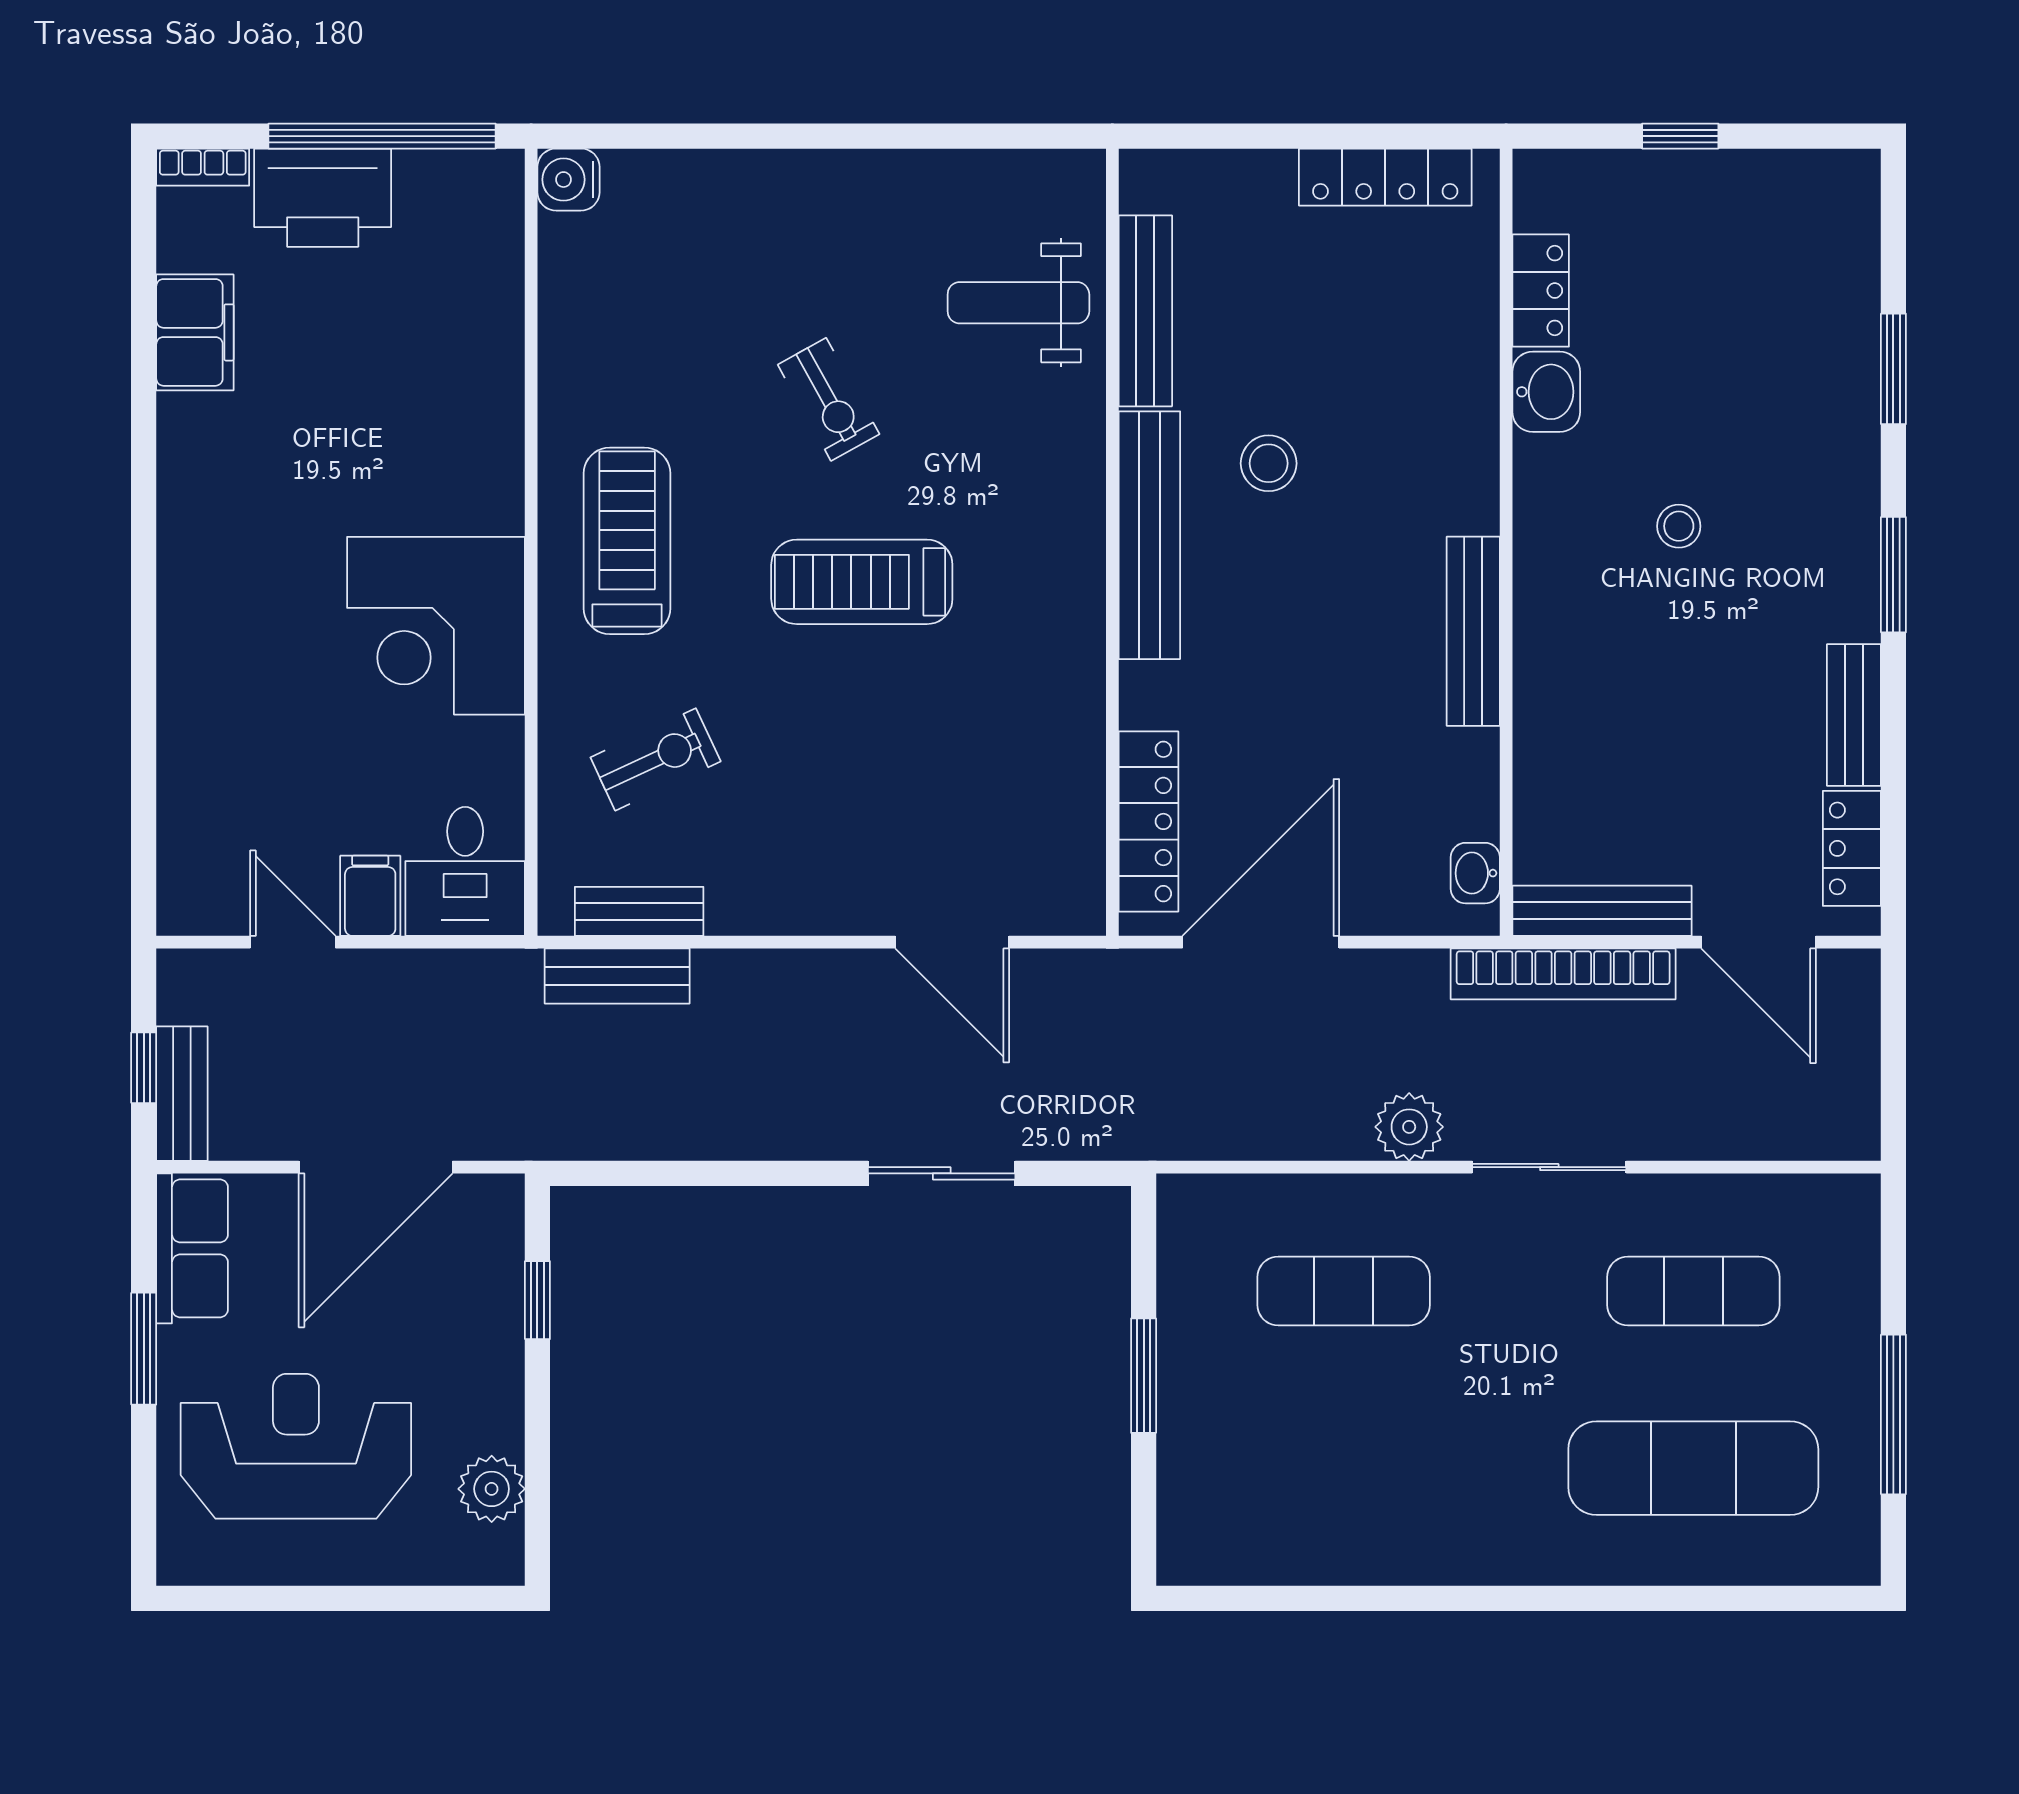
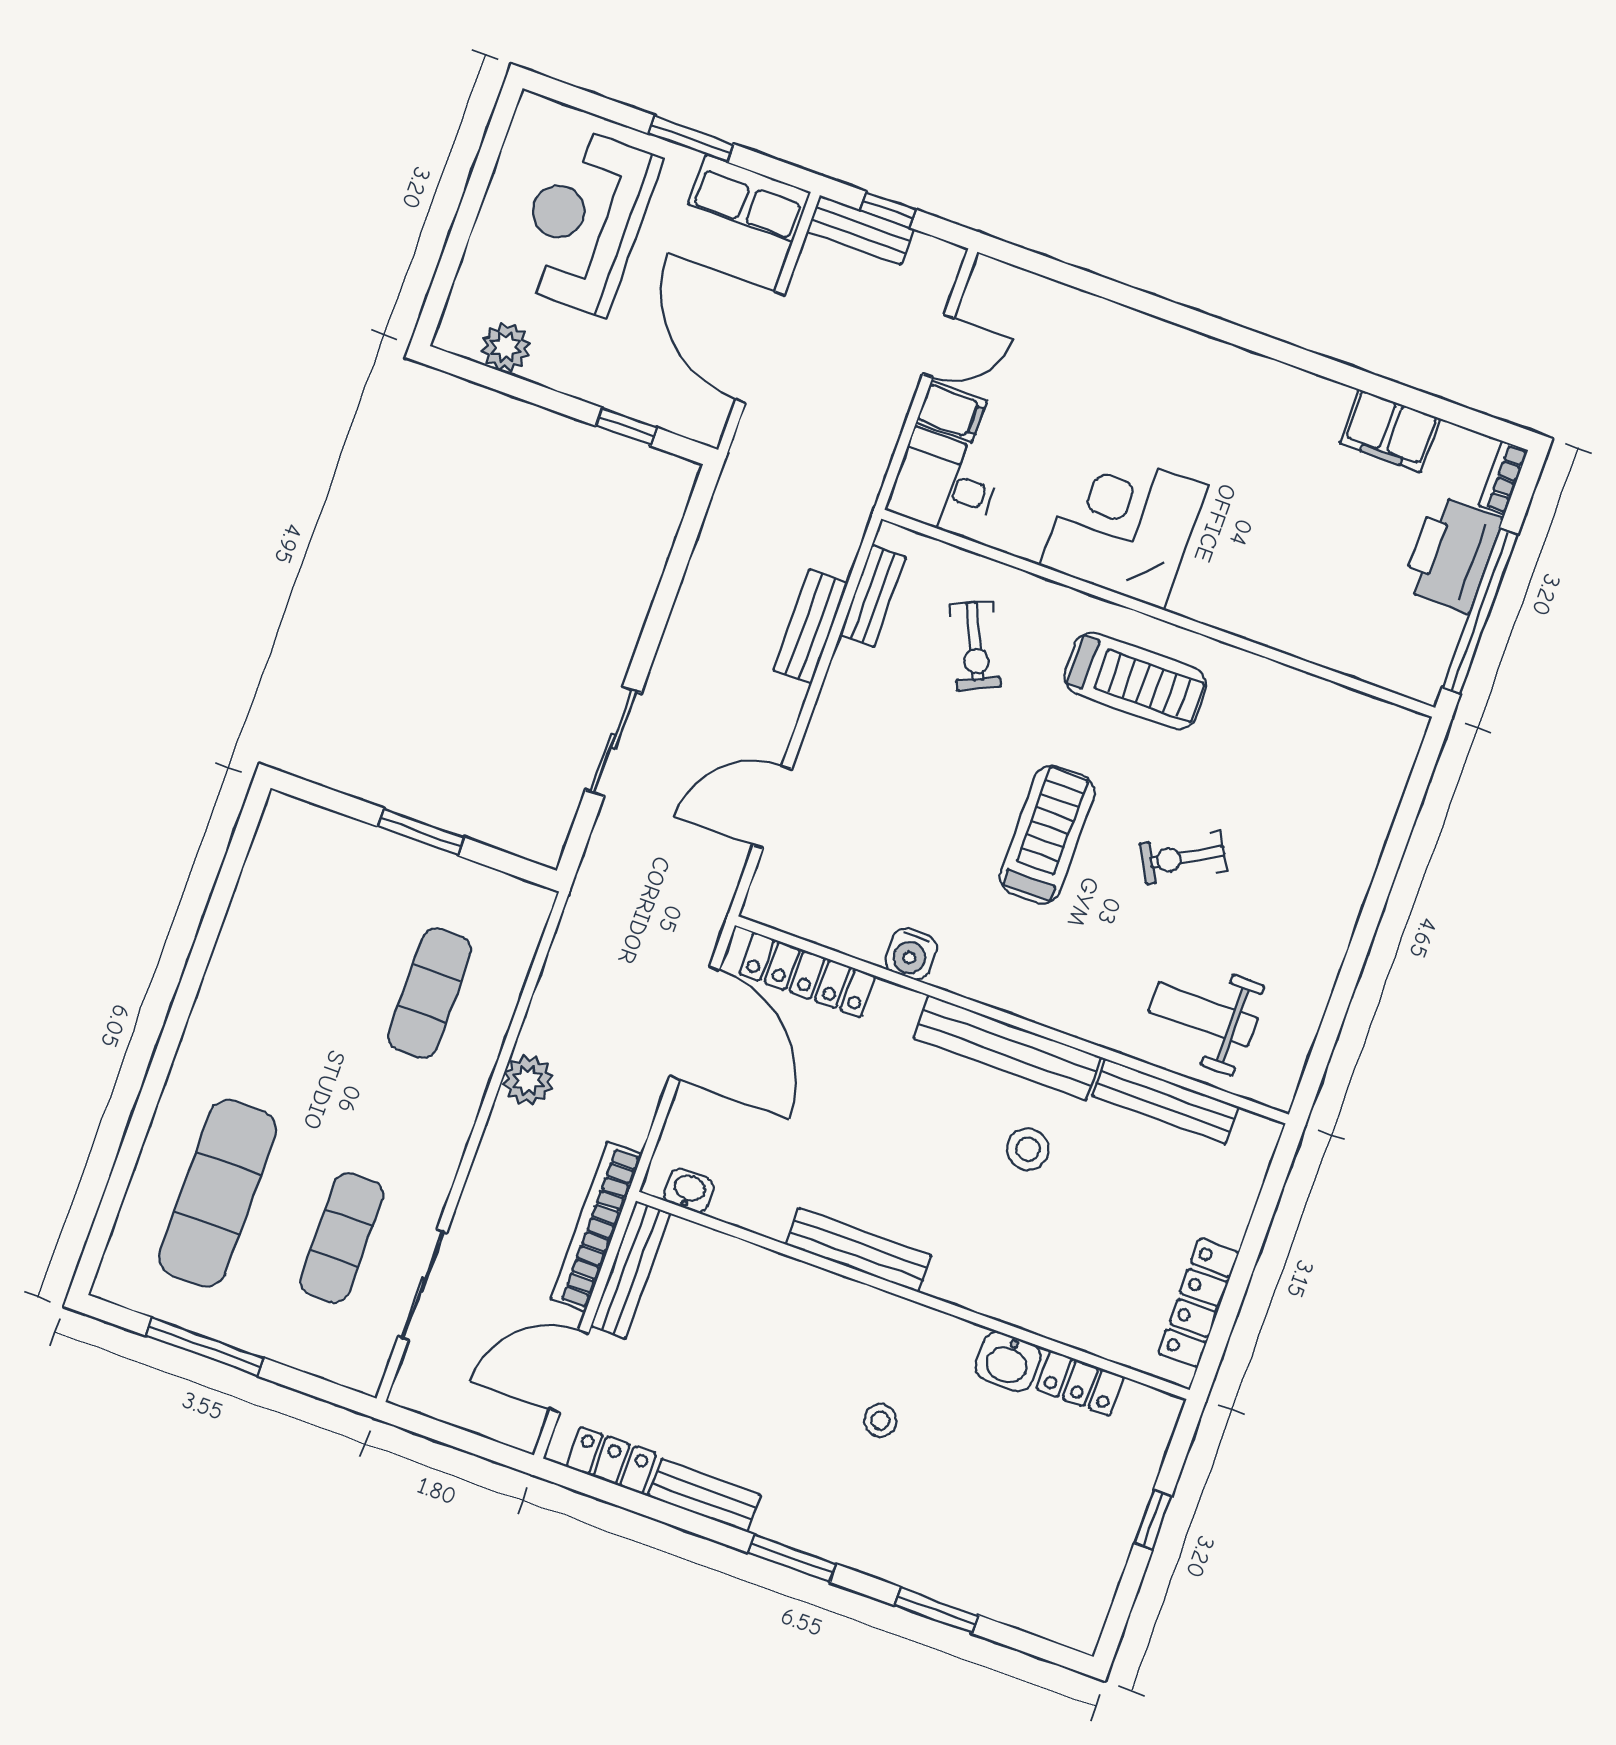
water cooler: (568, 180) -> (911, 954), moved, turned 180
weight bench: (1018, 303) -> (1203, 1015), turned -90
bench: (617, 976) -> (811, 627), moved
sliding door: (1549, 1167) -> (423, 1285), moved
reception desk: (296, 1446) -> (585, 221), turned 180

